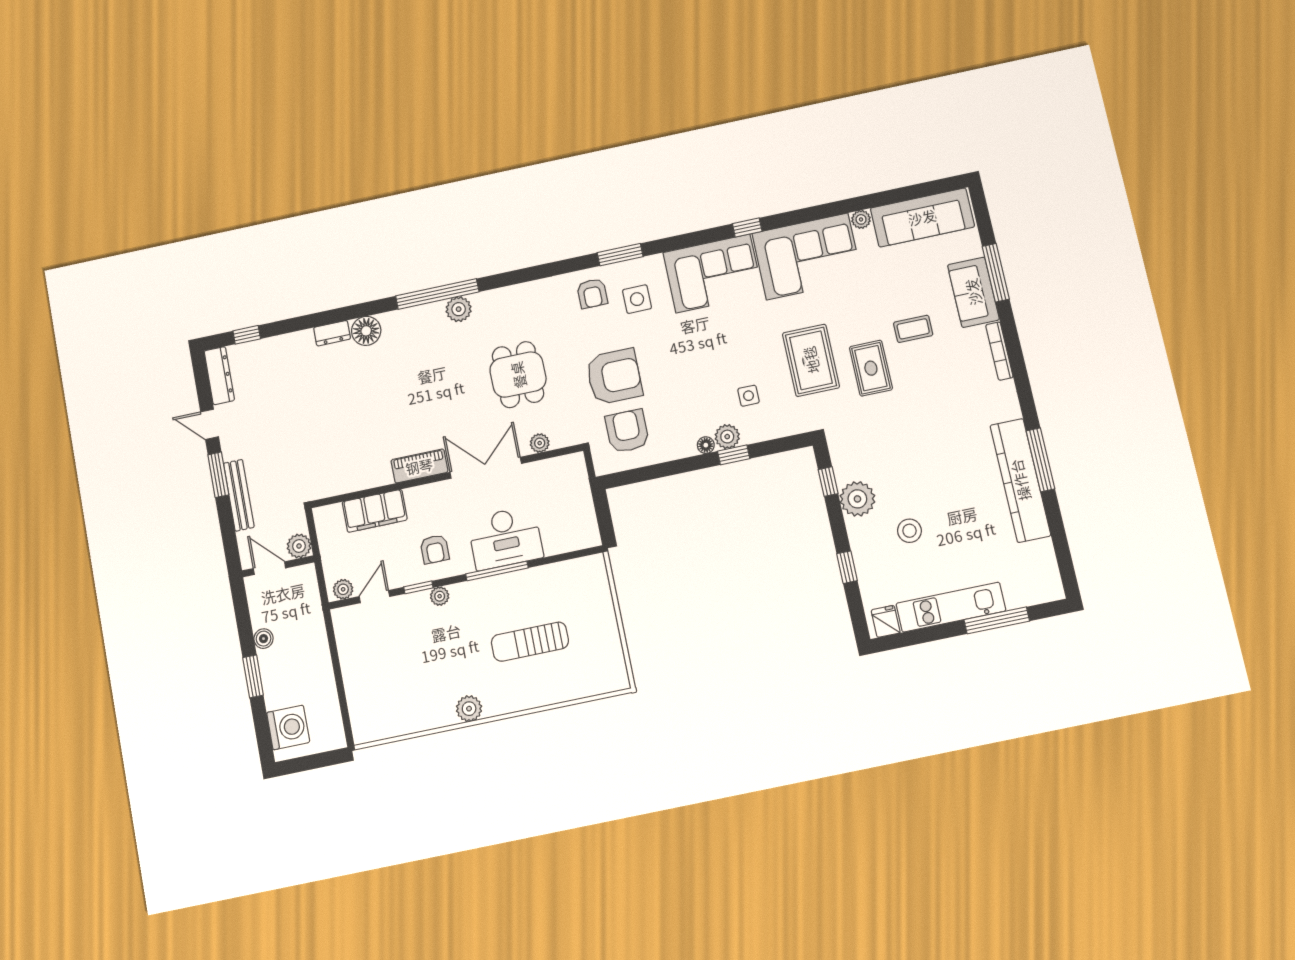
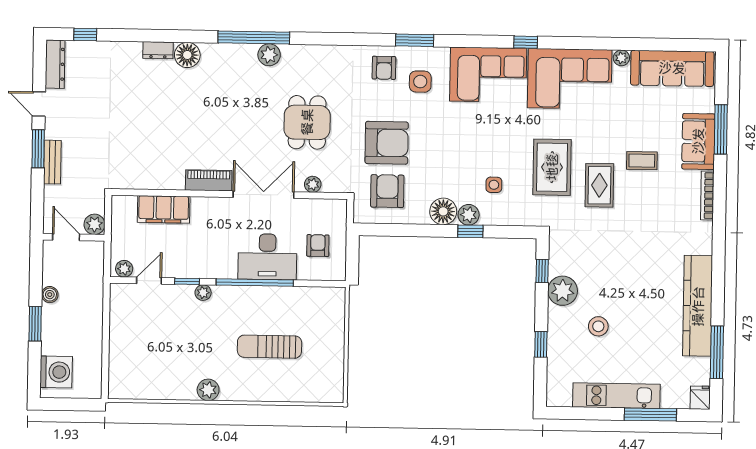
floor lamp: (706, 445) -> (443, 211), width x1.89, depth x1.89
window: (1040, 460) -> (717, 352), moved
bench: (239, 495) -> (52, 162), width x0.73
armchair: (435, 549) -> (318, 246), moved, turned 180
window: (497, 571) -> (255, 283), width x1.46
fridge: (886, 621) -> (700, 398), moved

